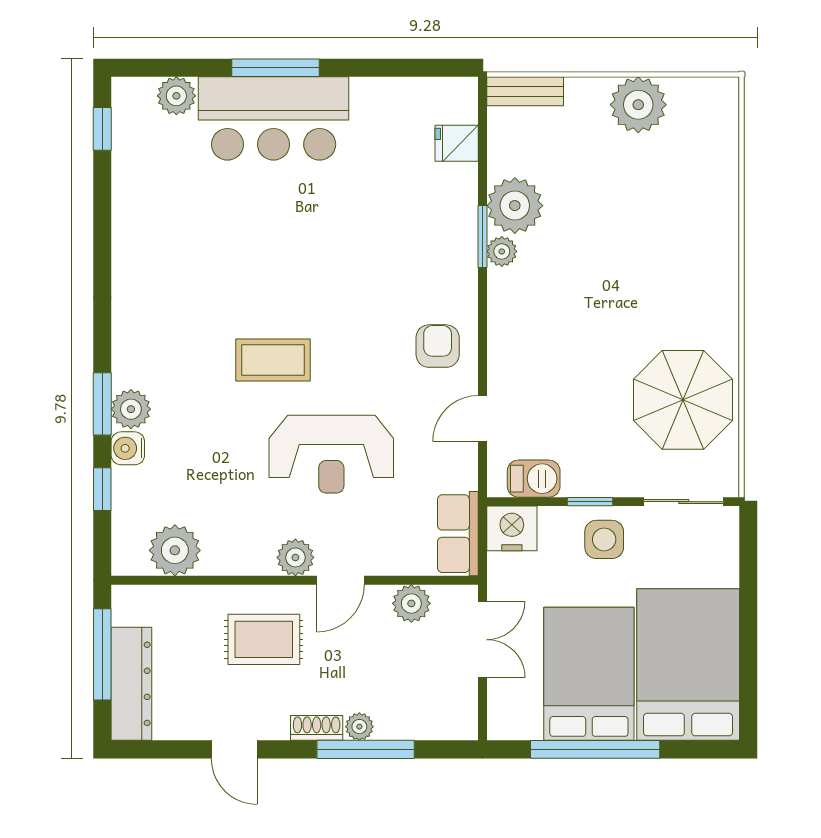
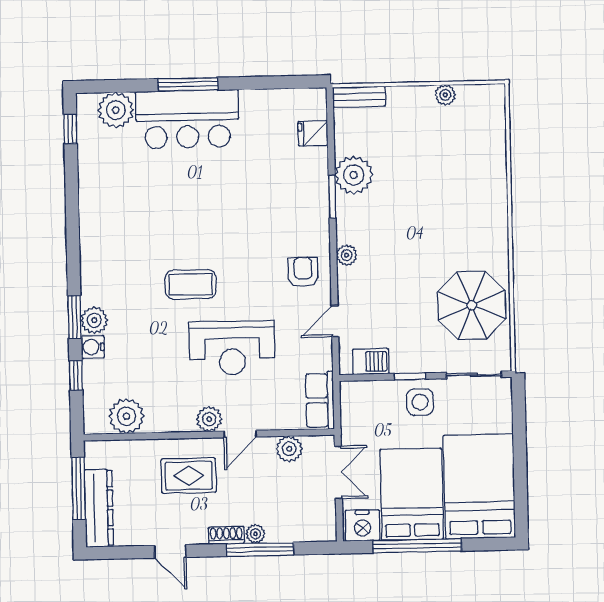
plant: (176, 96) -> (116, 110), width x1.36, depth x1.36
plant: (638, 105) -> (445, 95), width x0.53, depth x0.53
plant: (502, 251) -> (347, 255), moved
nightstand: (512, 528) -> (362, 526), moved, turned 180

